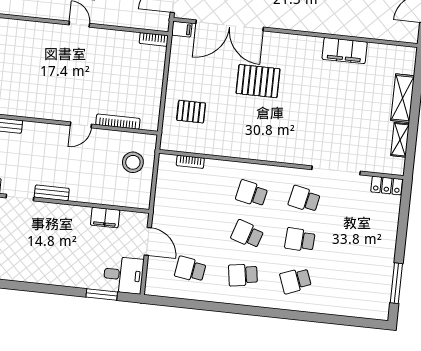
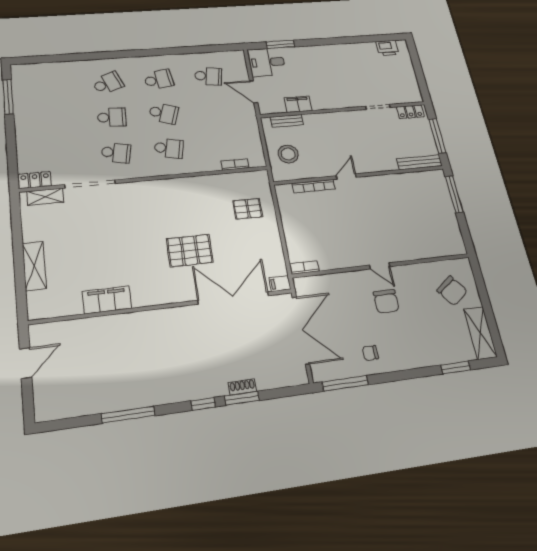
shelving: (400, 140) -> (45, 197), moved, turned 90
bench: (52, 193) -> (287, 121), moved

